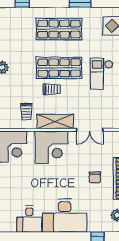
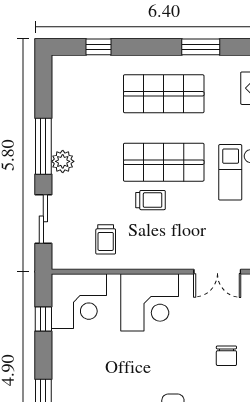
shelving: (55, 122) -> (157, 257), removed

